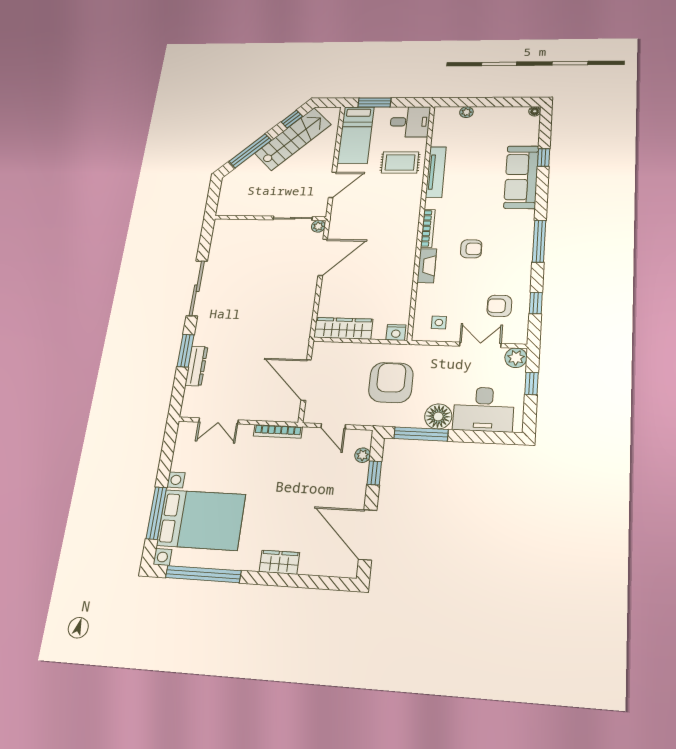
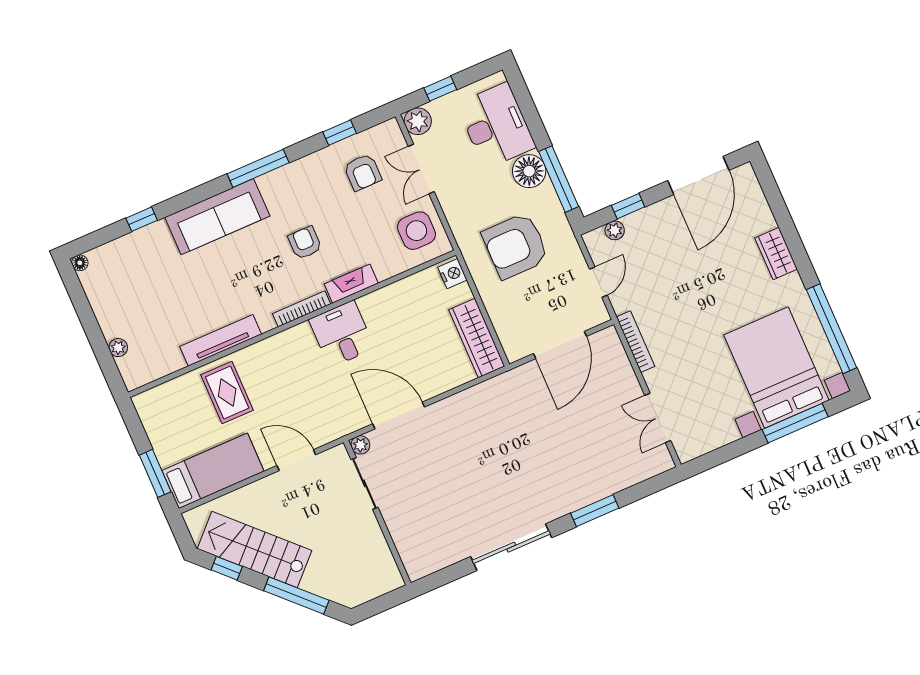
desk: (410, 122) -> (342, 334), moved
sofa: (521, 177) -> (217, 217), moved
side table: (439, 323) -> (416, 231), width x1.87, depth x1.87
dresser: (196, 366) -> (607, 486), removed
double door: (218, 421) -> (658, 418), swing flipped

